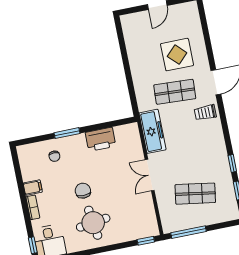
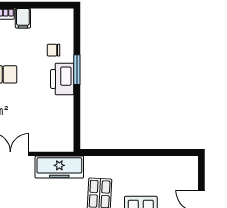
printer: (101, 139) -> (62, 79), moved

